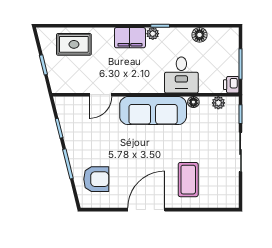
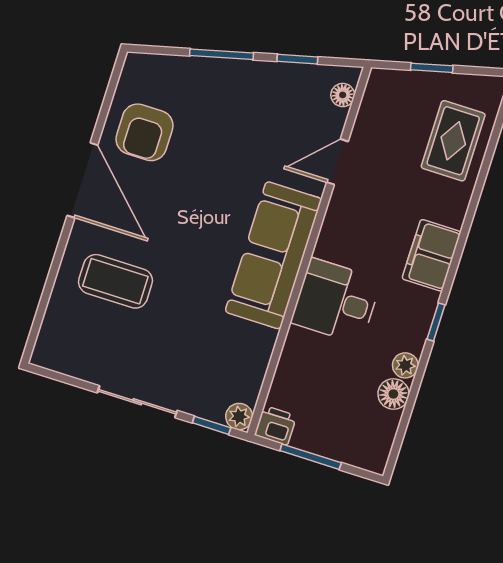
plant: (153, 34) -> (405, 365), moved
desk: (181, 75) -> (336, 301), moved
door: (101, 95) -> (337, 162), hinge flipped
floor lamp: (193, 102) -> (343, 95), moved
plant: (218, 103) -> (239, 417), moved
armchair: (96, 179) -> (144, 132), moved

